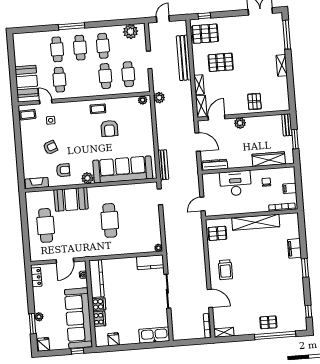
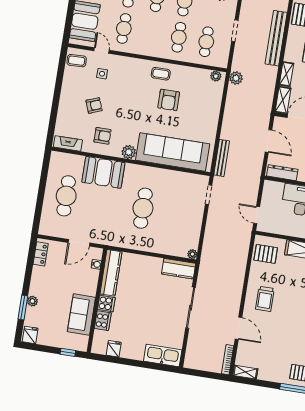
door: (202, 204) -> (257, 215), hinge flipped
sofa: (78, 318) -> (81, 314), width x0.54, depth x0.79

